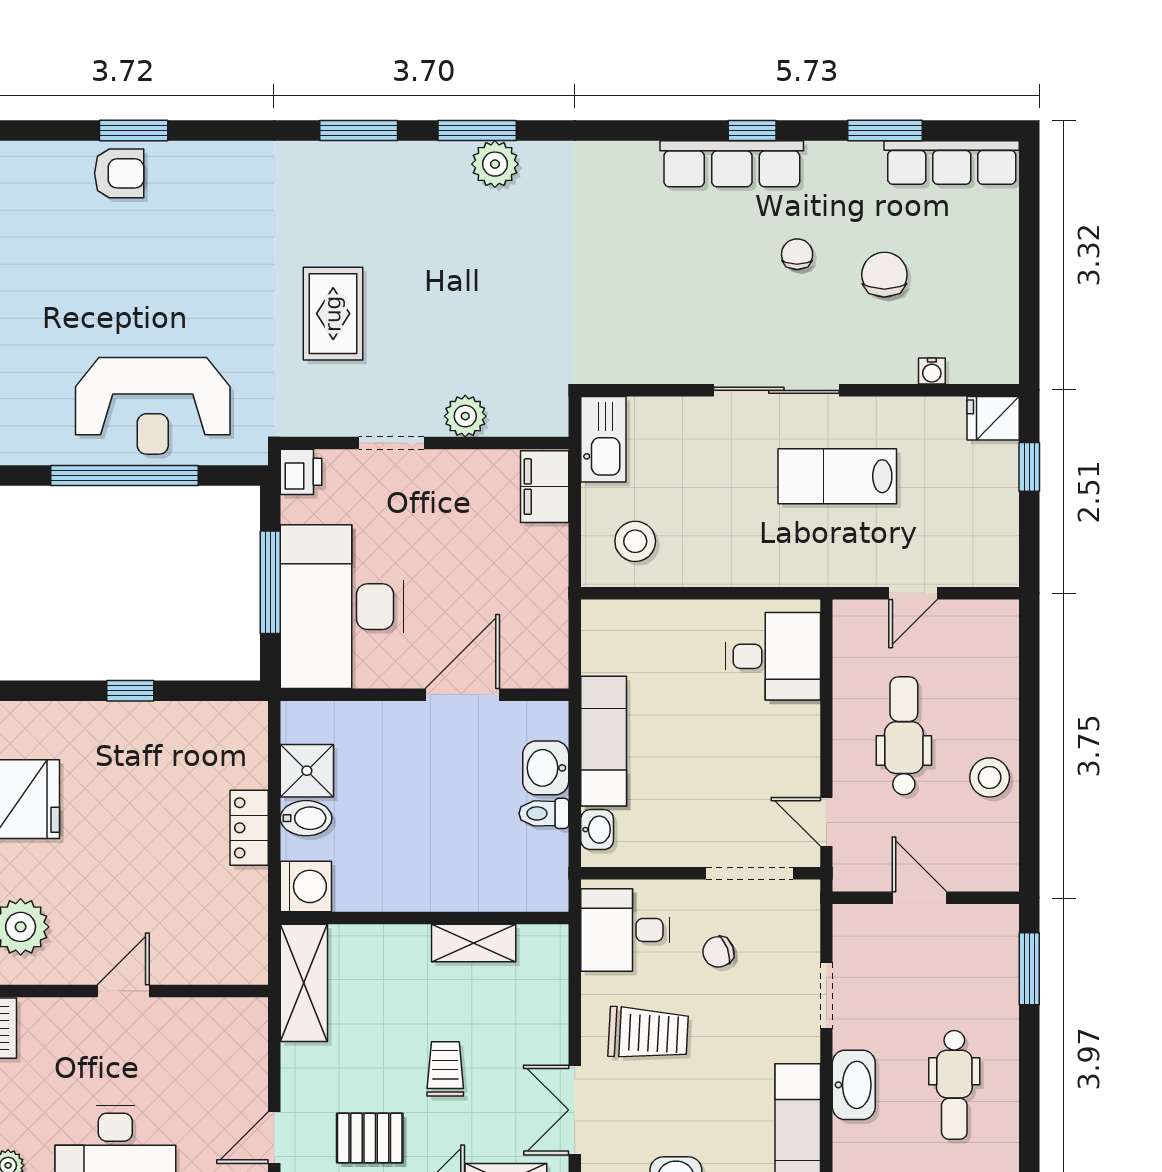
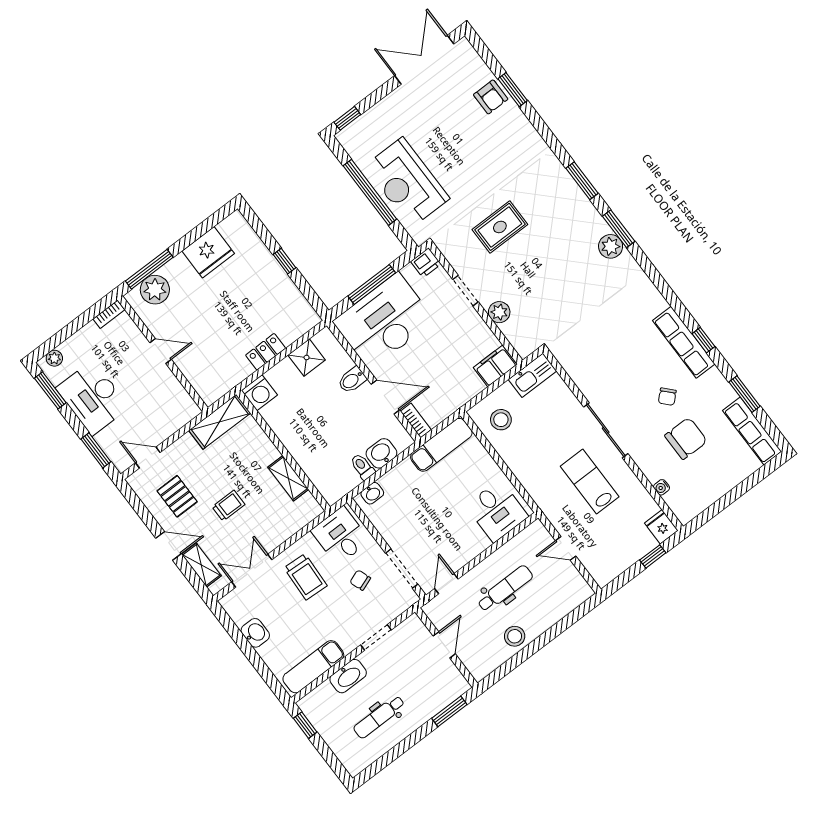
chair: (797, 254) -> (667, 397), turned 137
chair: (884, 275) -> (686, 438), width x1.37, depth x1.37
bookcase: (535, 675) -> (416, 421), added
exam couch: (604, 741) -> (441, 445), moved
bidet: (306, 818) -> (352, 380), moved, turned 90

